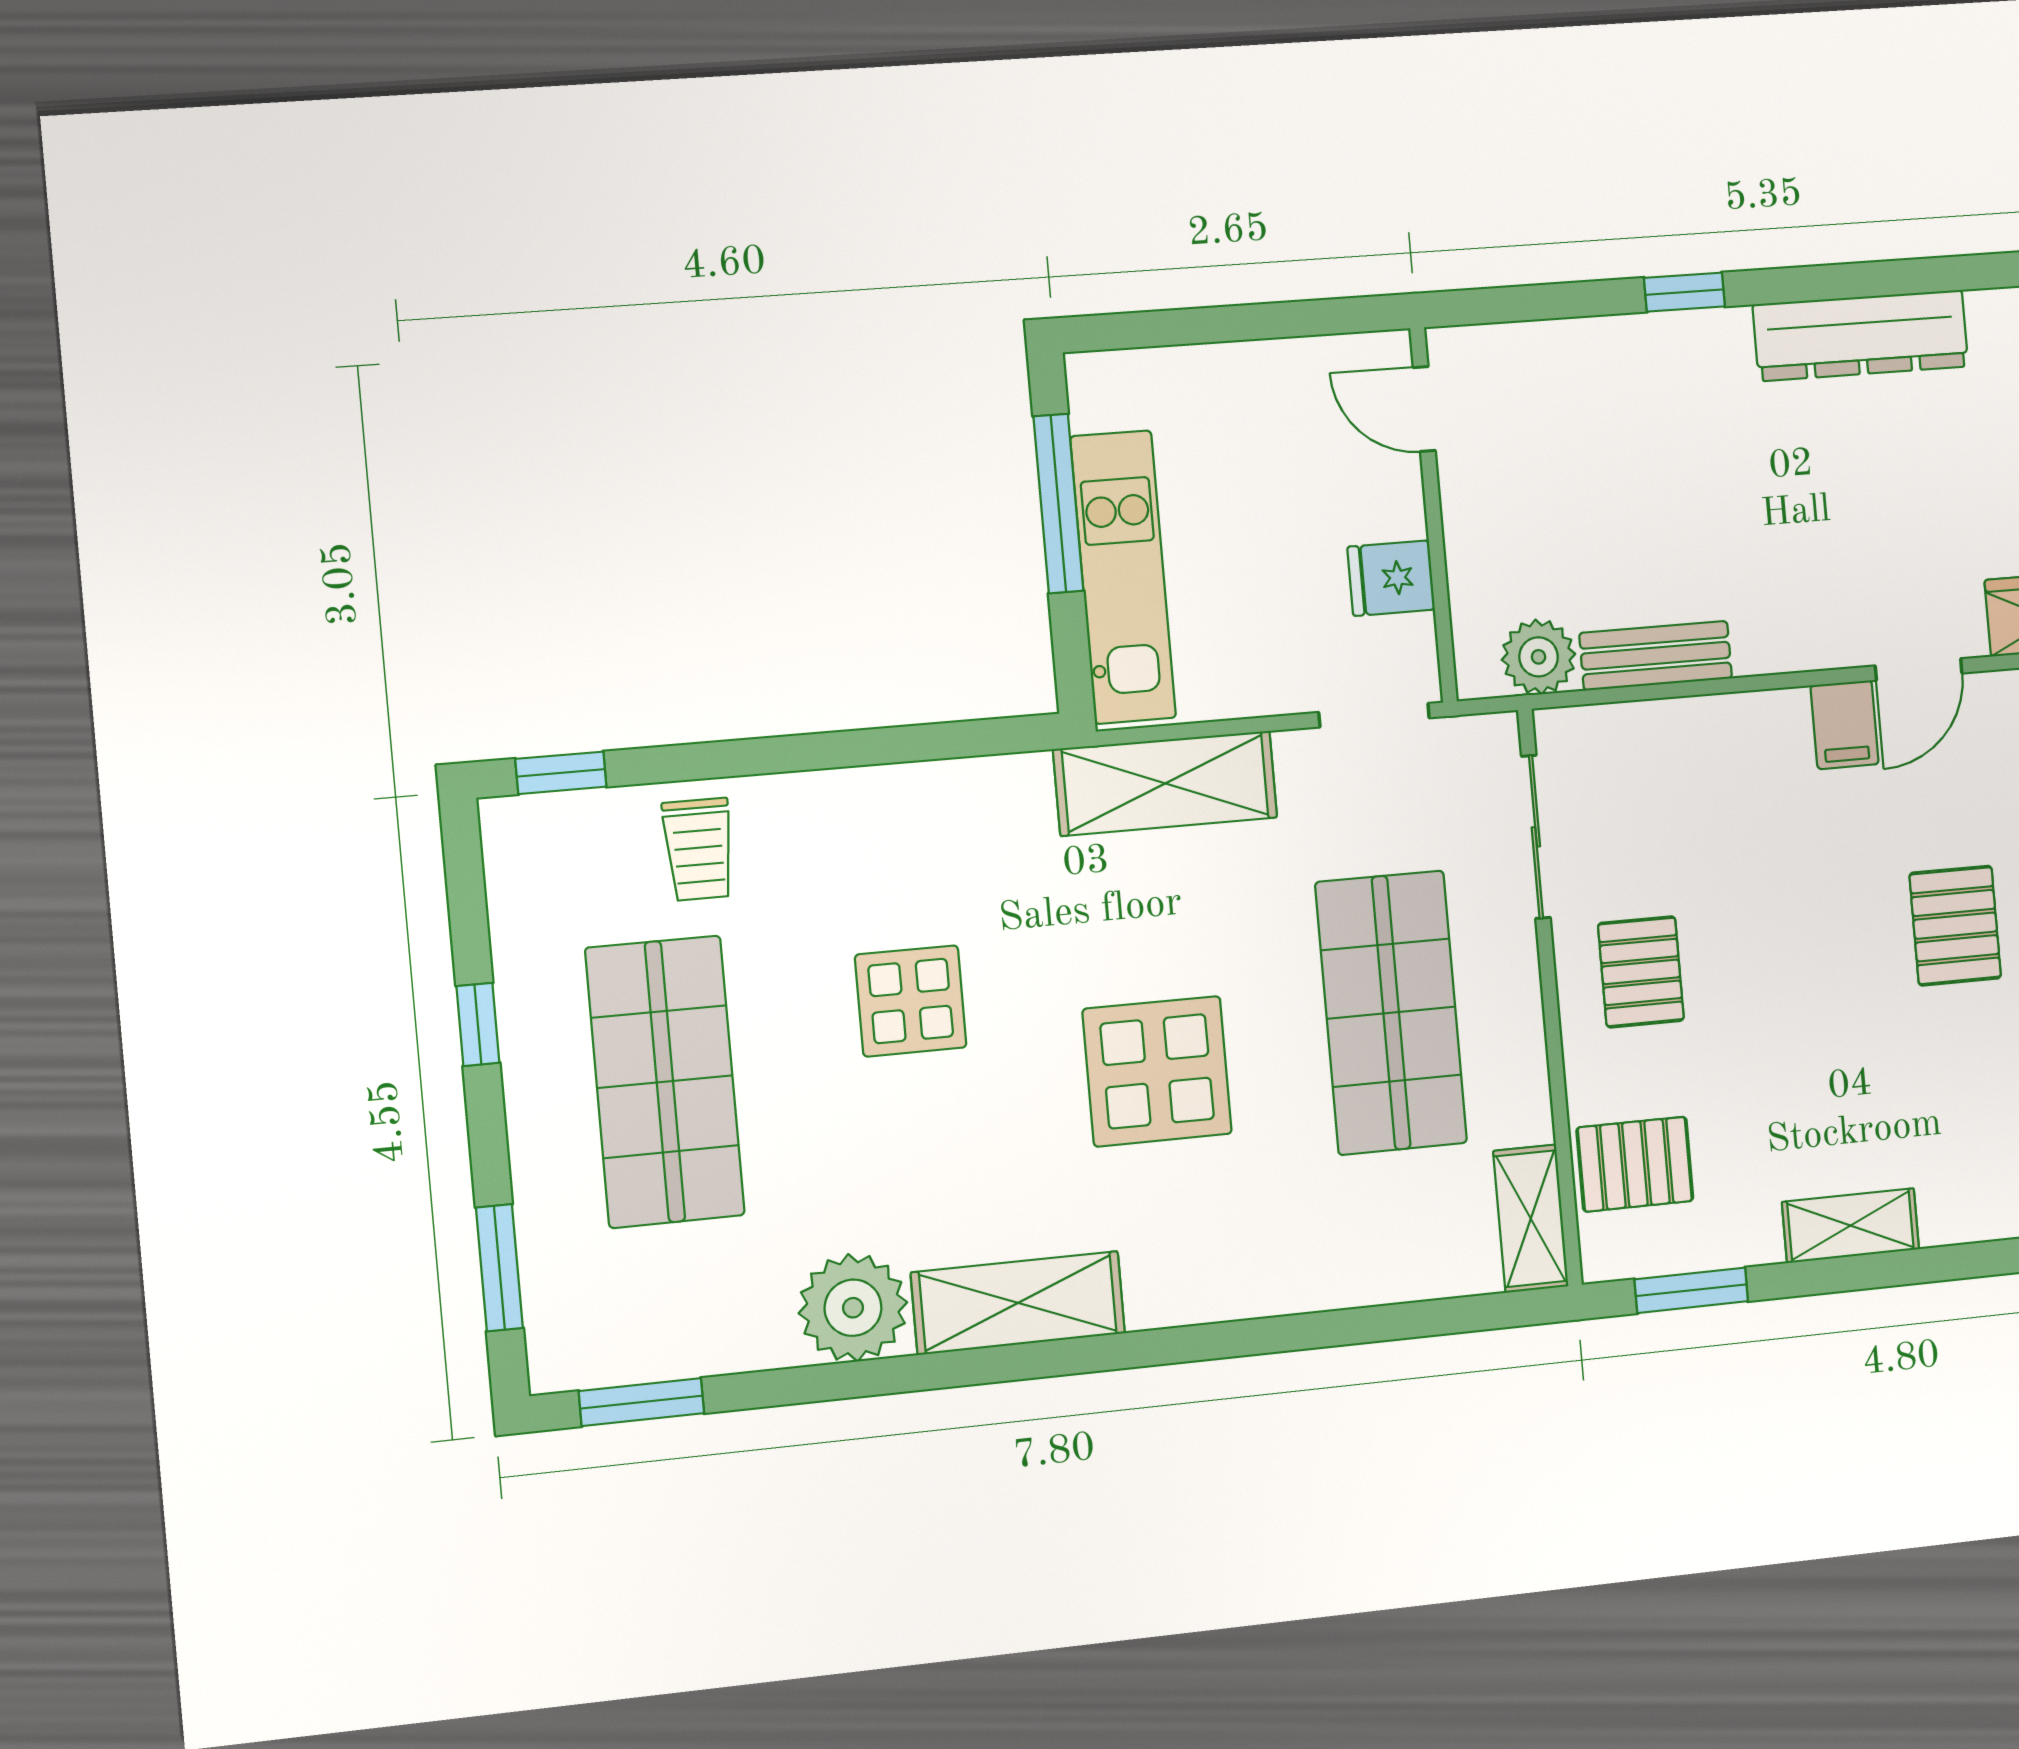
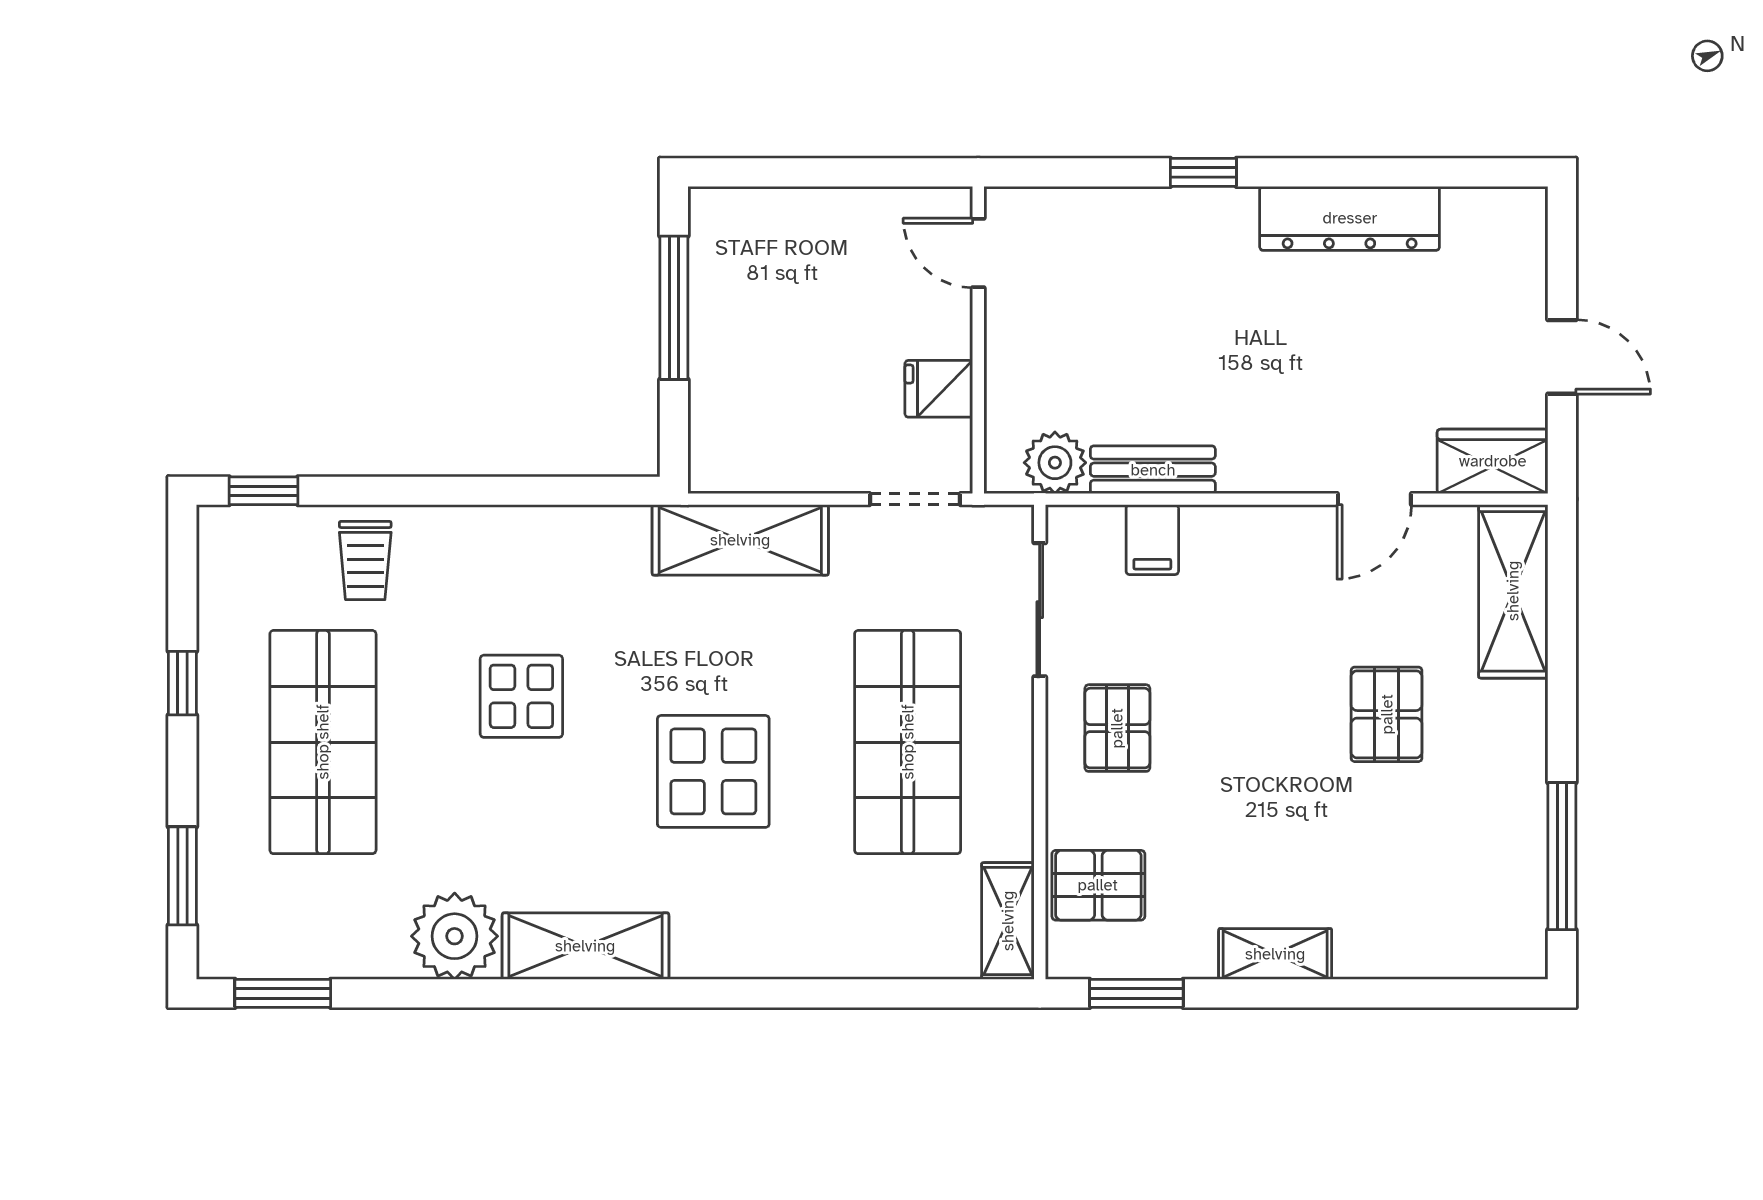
kitchen unit: (1123, 577) -> (721, 371), removed
filing cabinet: (1845, 725) -> (1152, 540), moved

